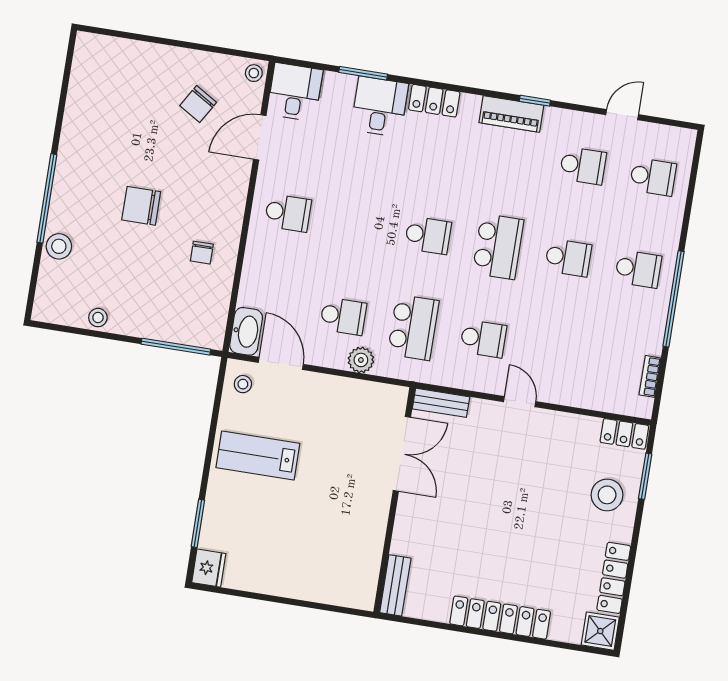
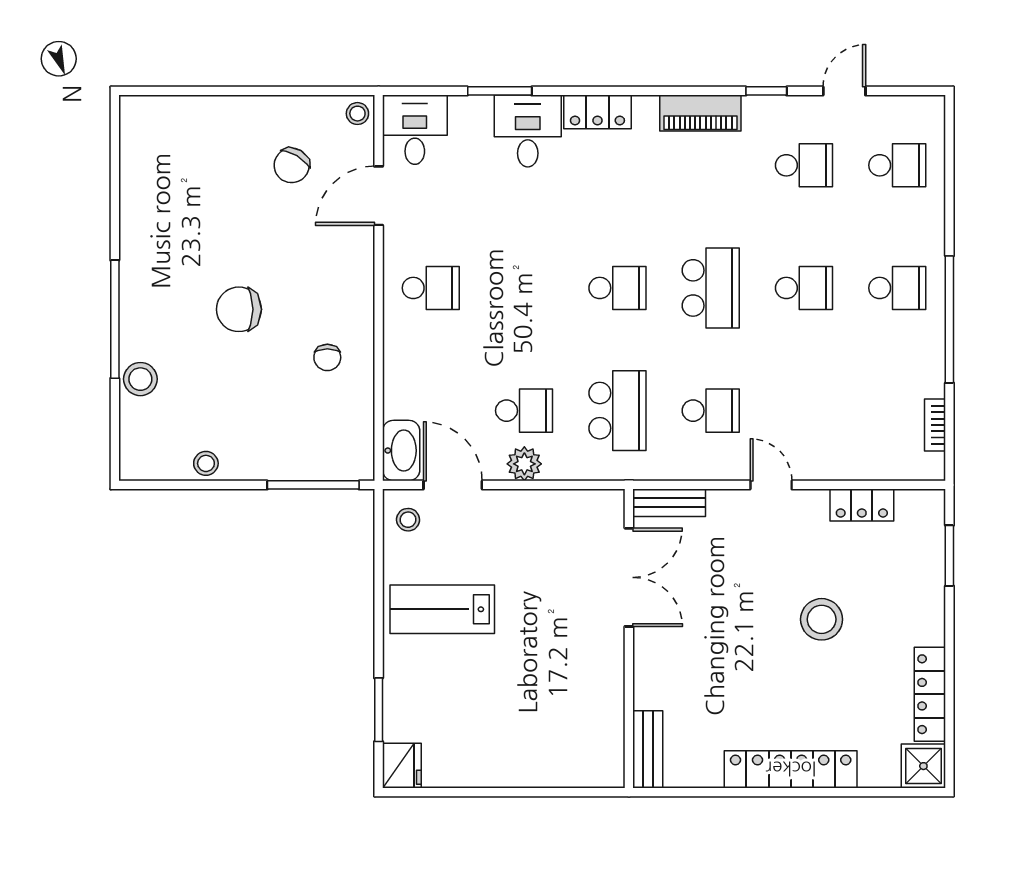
window: (535, 101) -> (766, 91), moved
plant: (361, 360) -> (524, 464), moved
locker: (624, 434) -> (862, 505), moved
stool: (607, 495) -> (822, 619), moved

